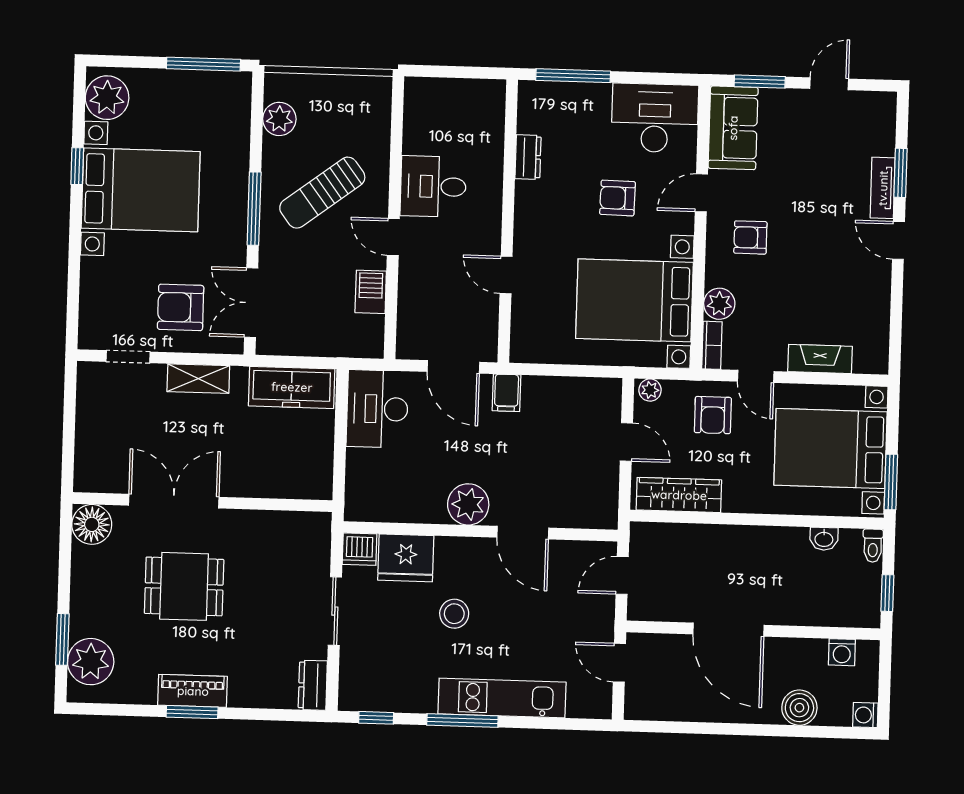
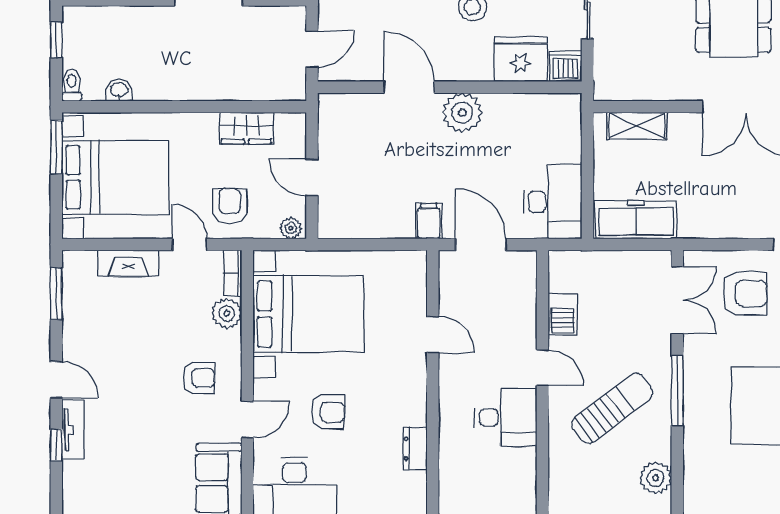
window: (901, 173) -> (56, 445), width x0.67
window: (896, 330) -> (56, 294), added
shelving: (198, 379) -> (637, 126), moved
wardrobe: (679, 495) -> (246, 128), width x0.67

